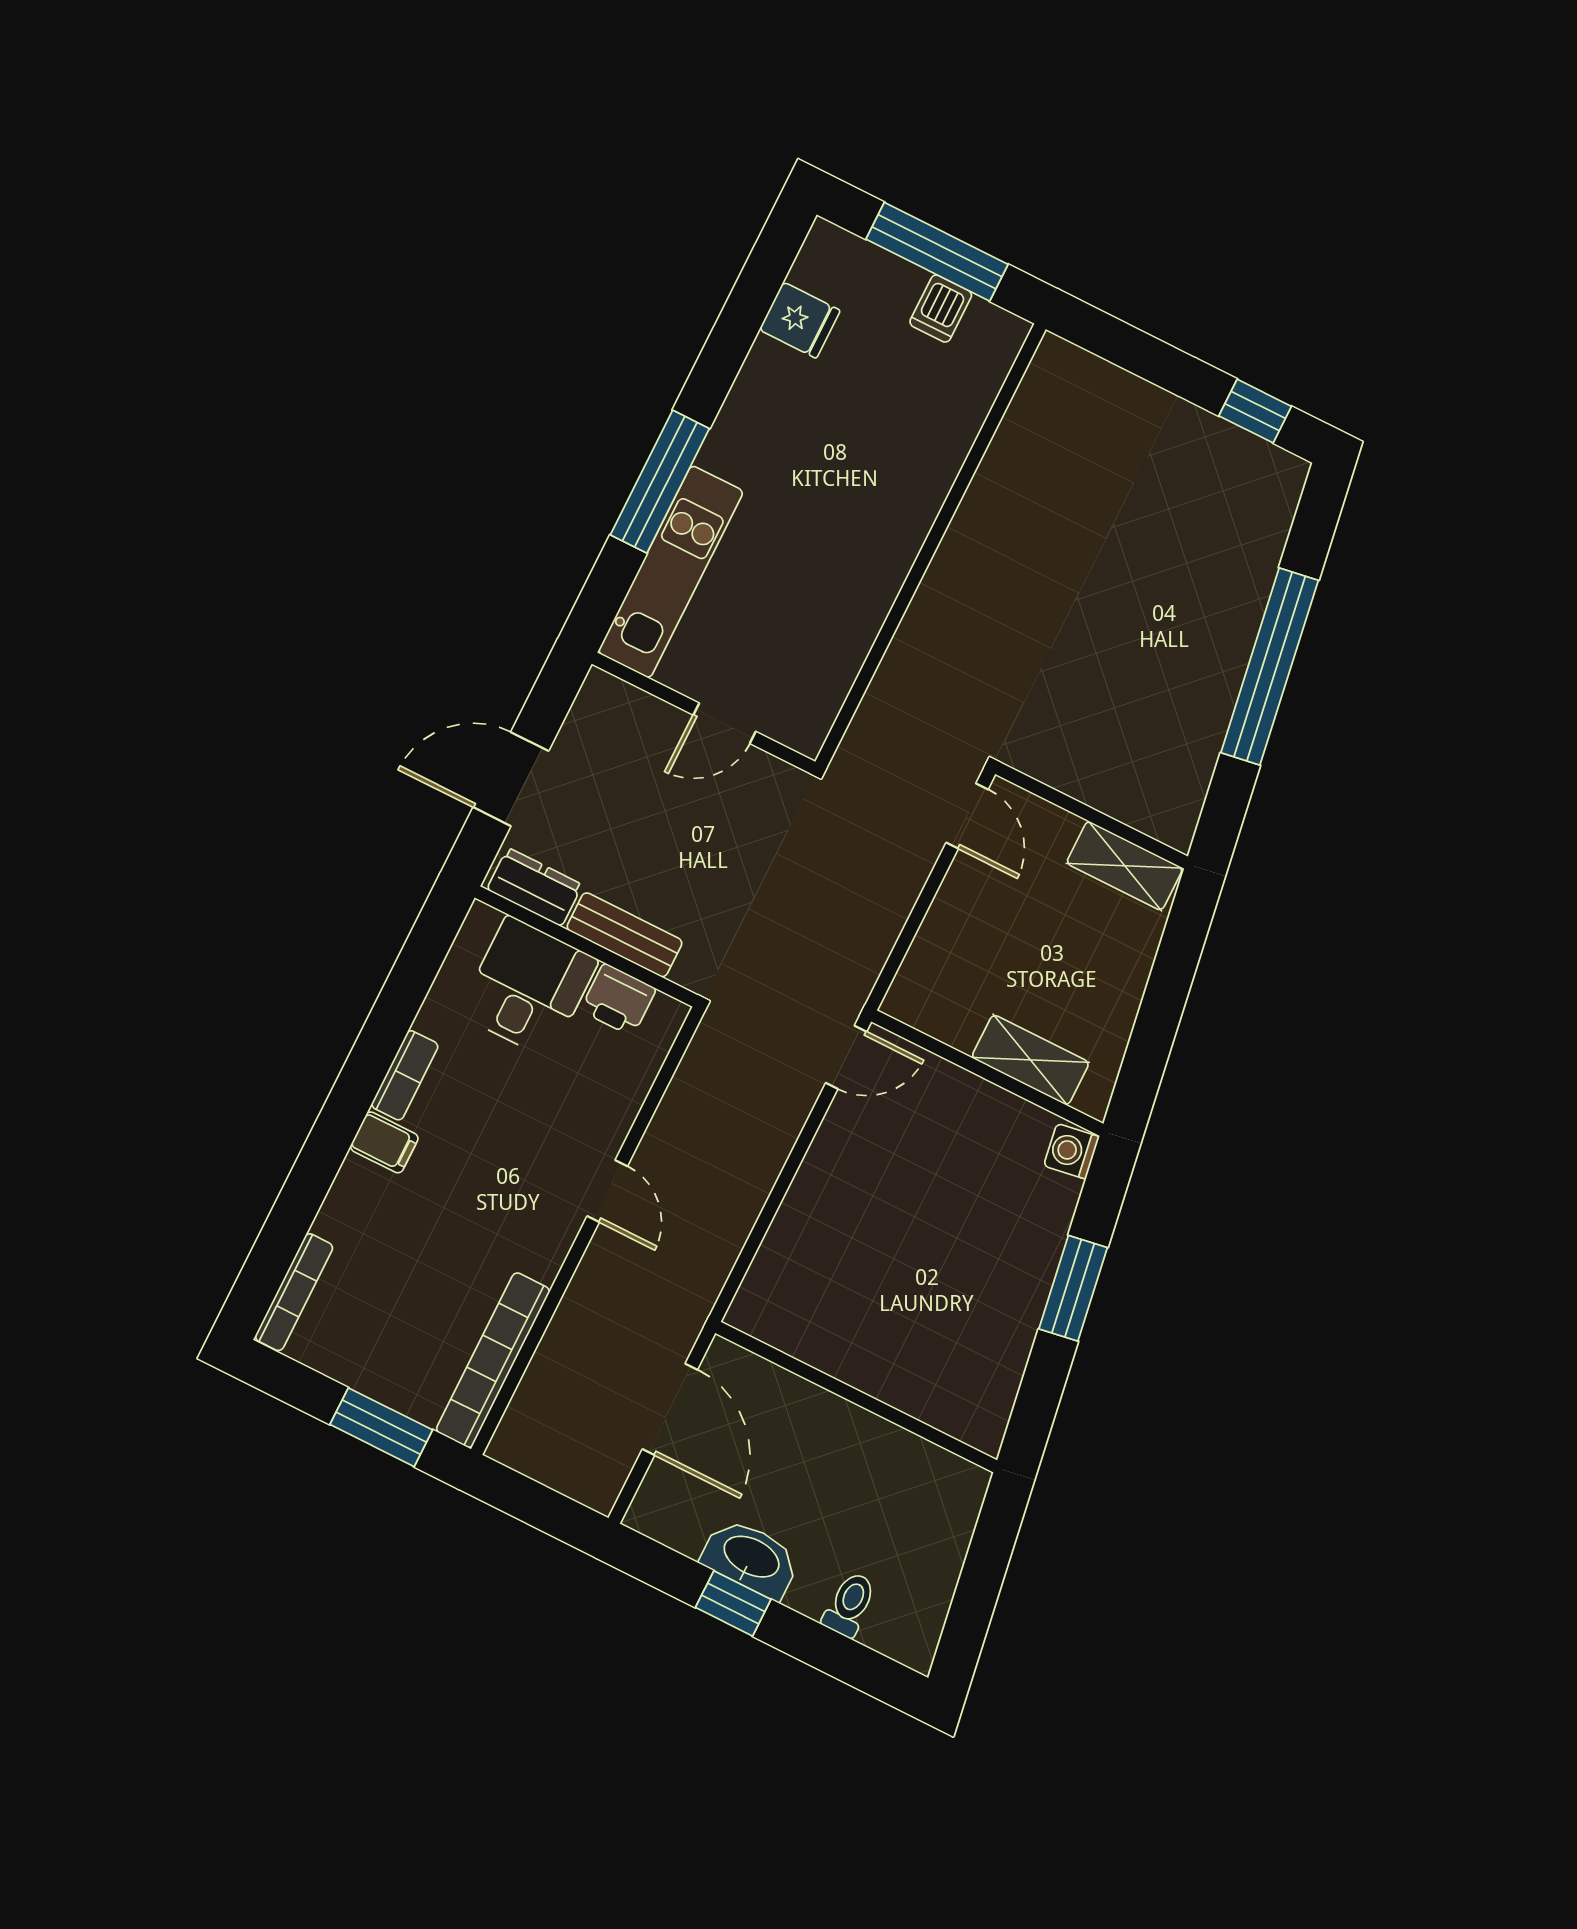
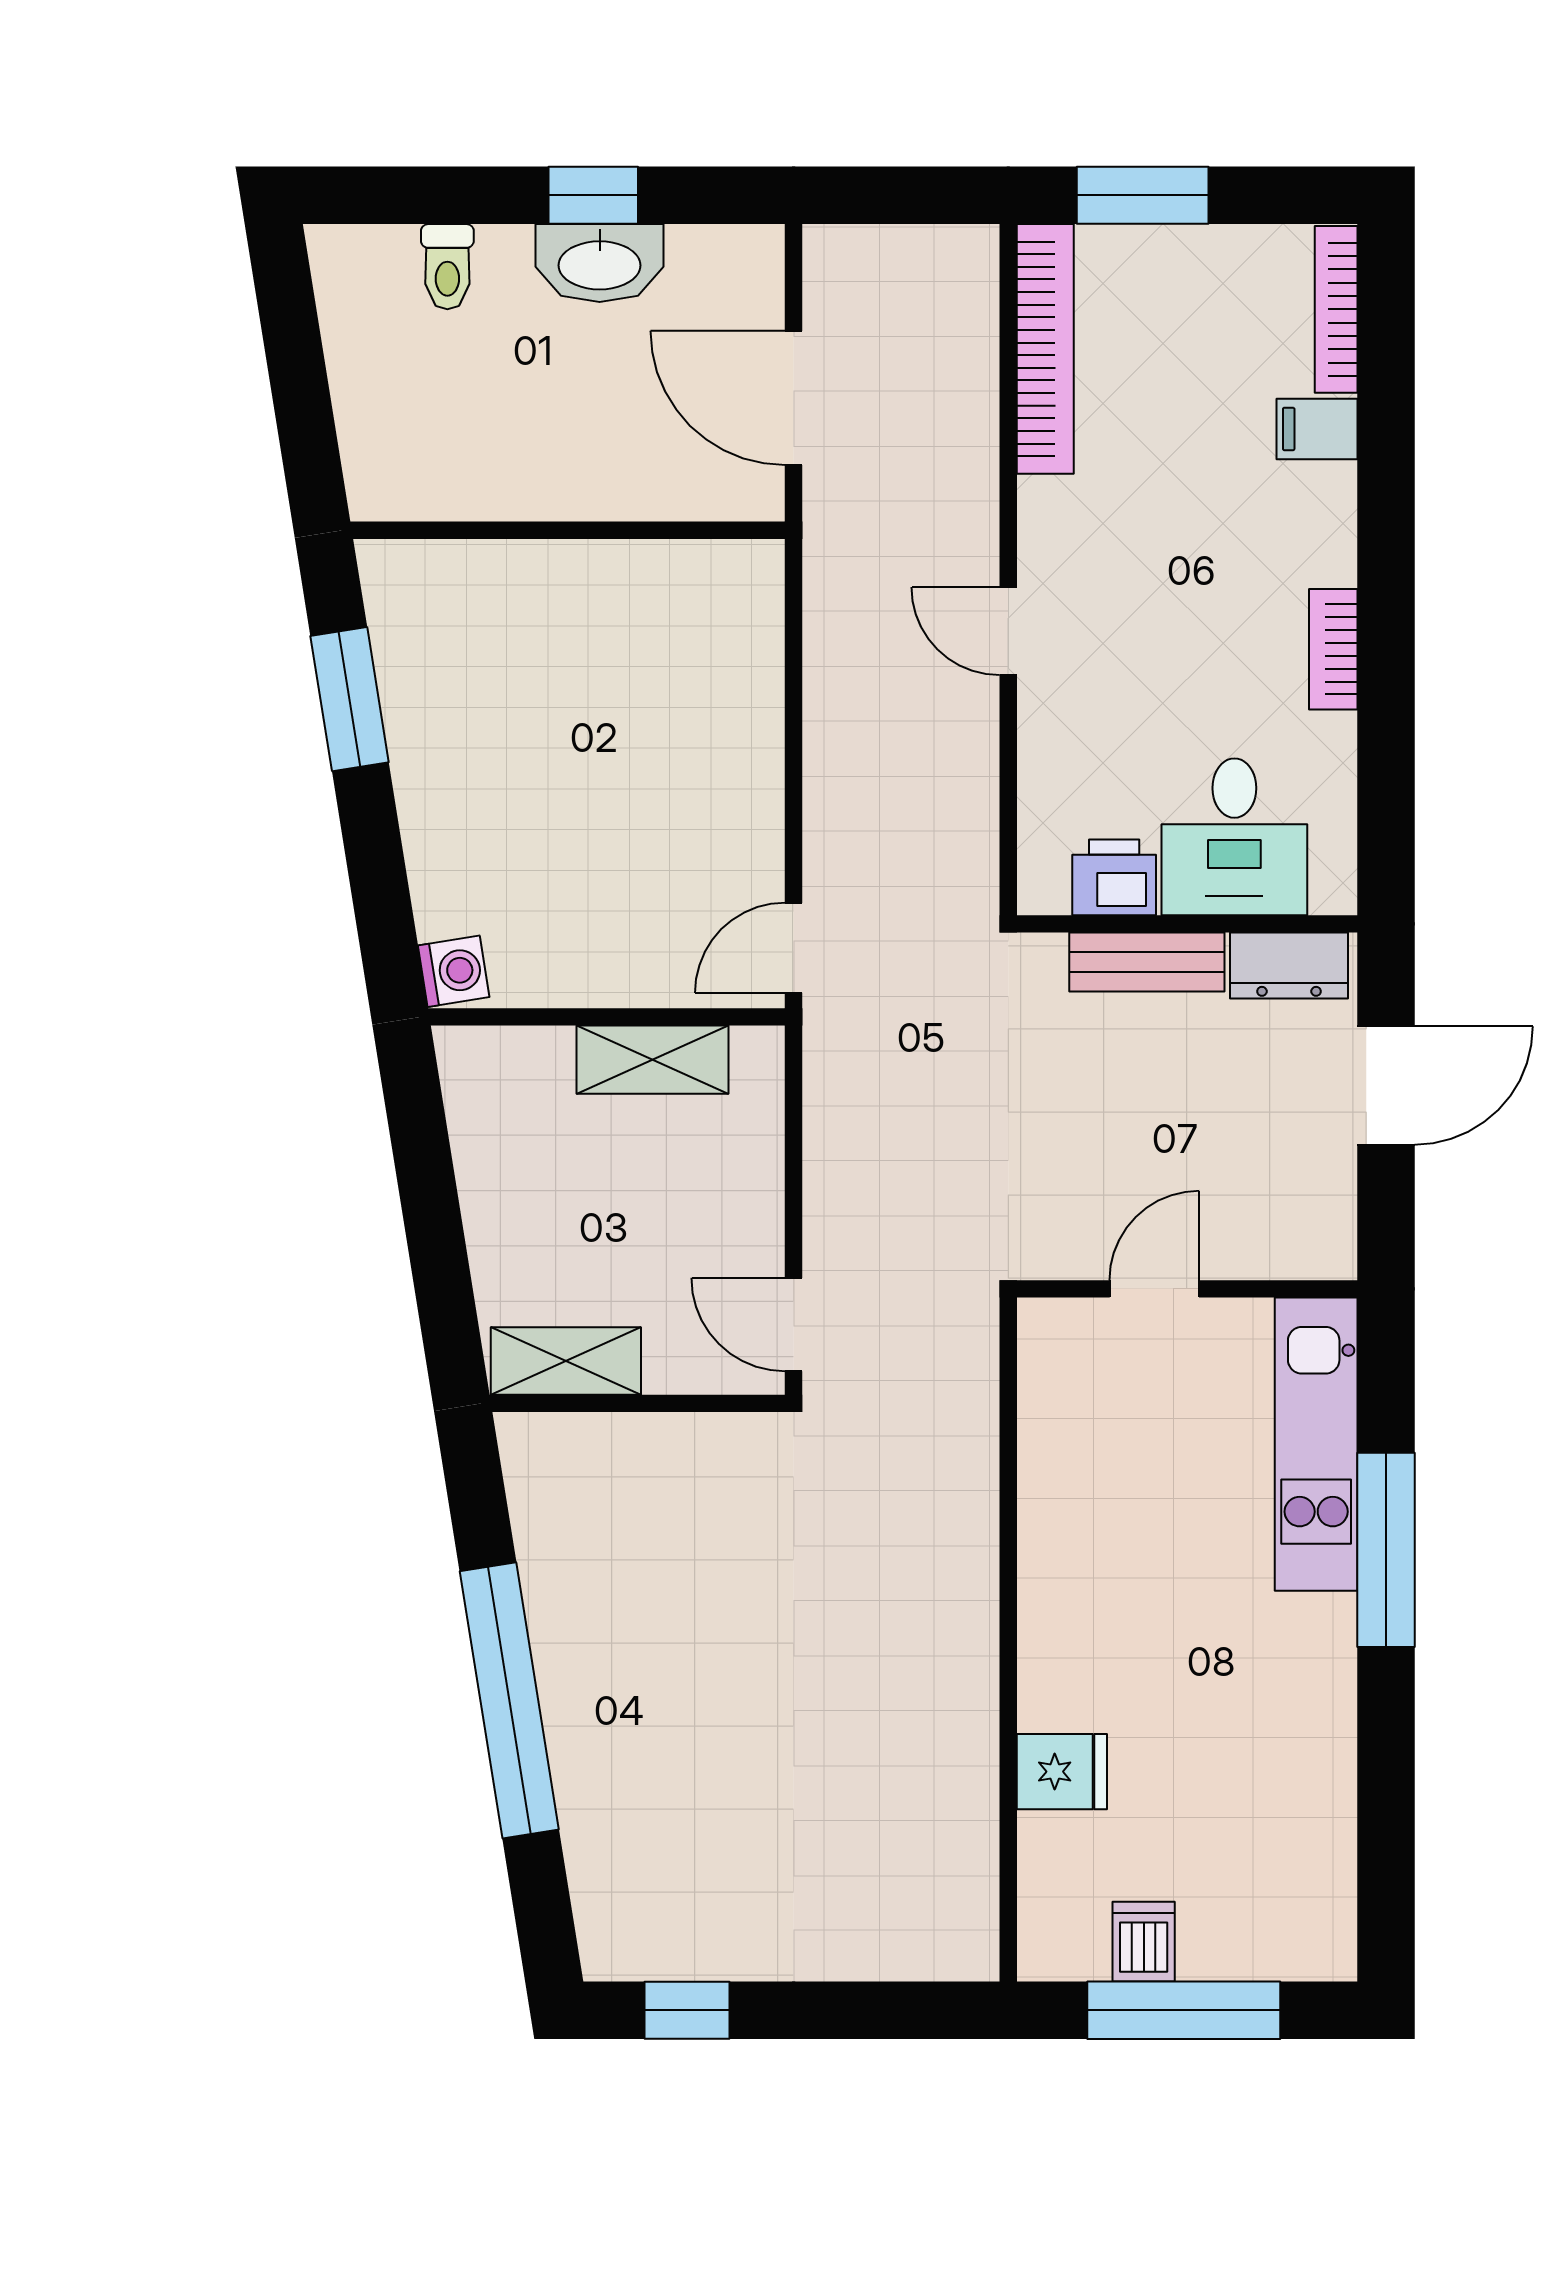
fridge: (800, 320) -> (1062, 1772), moved, turned 180
shelving: (1030, 1060) -> (653, 1060), moved
filing cabinet: (384, 1142) -> (1317, 429), moved
window: (1073, 1288) -> (350, 699), moved

